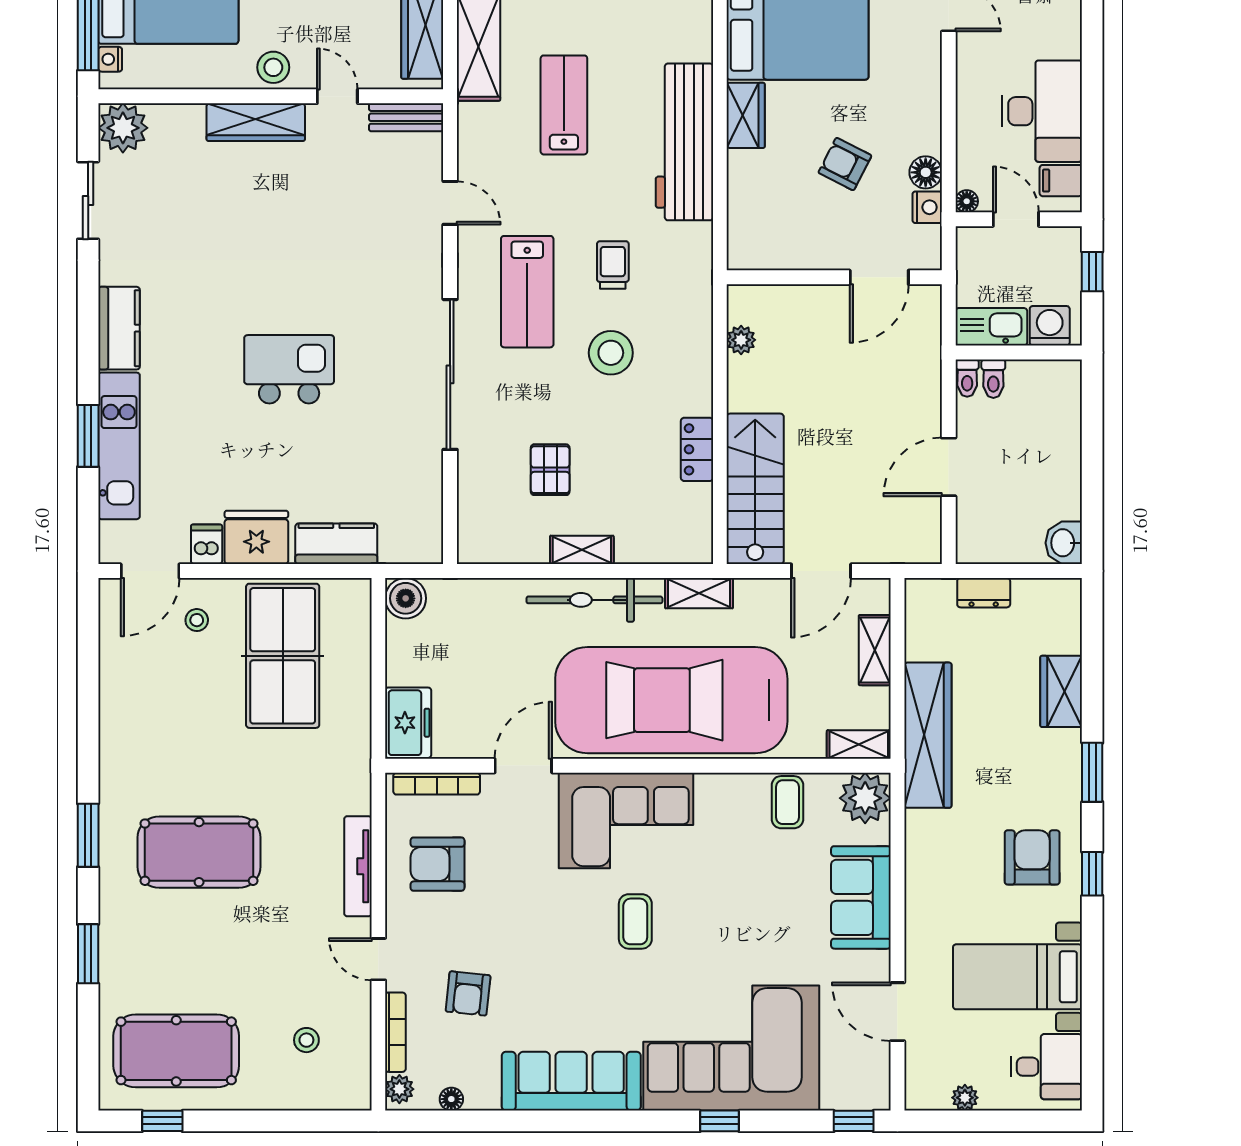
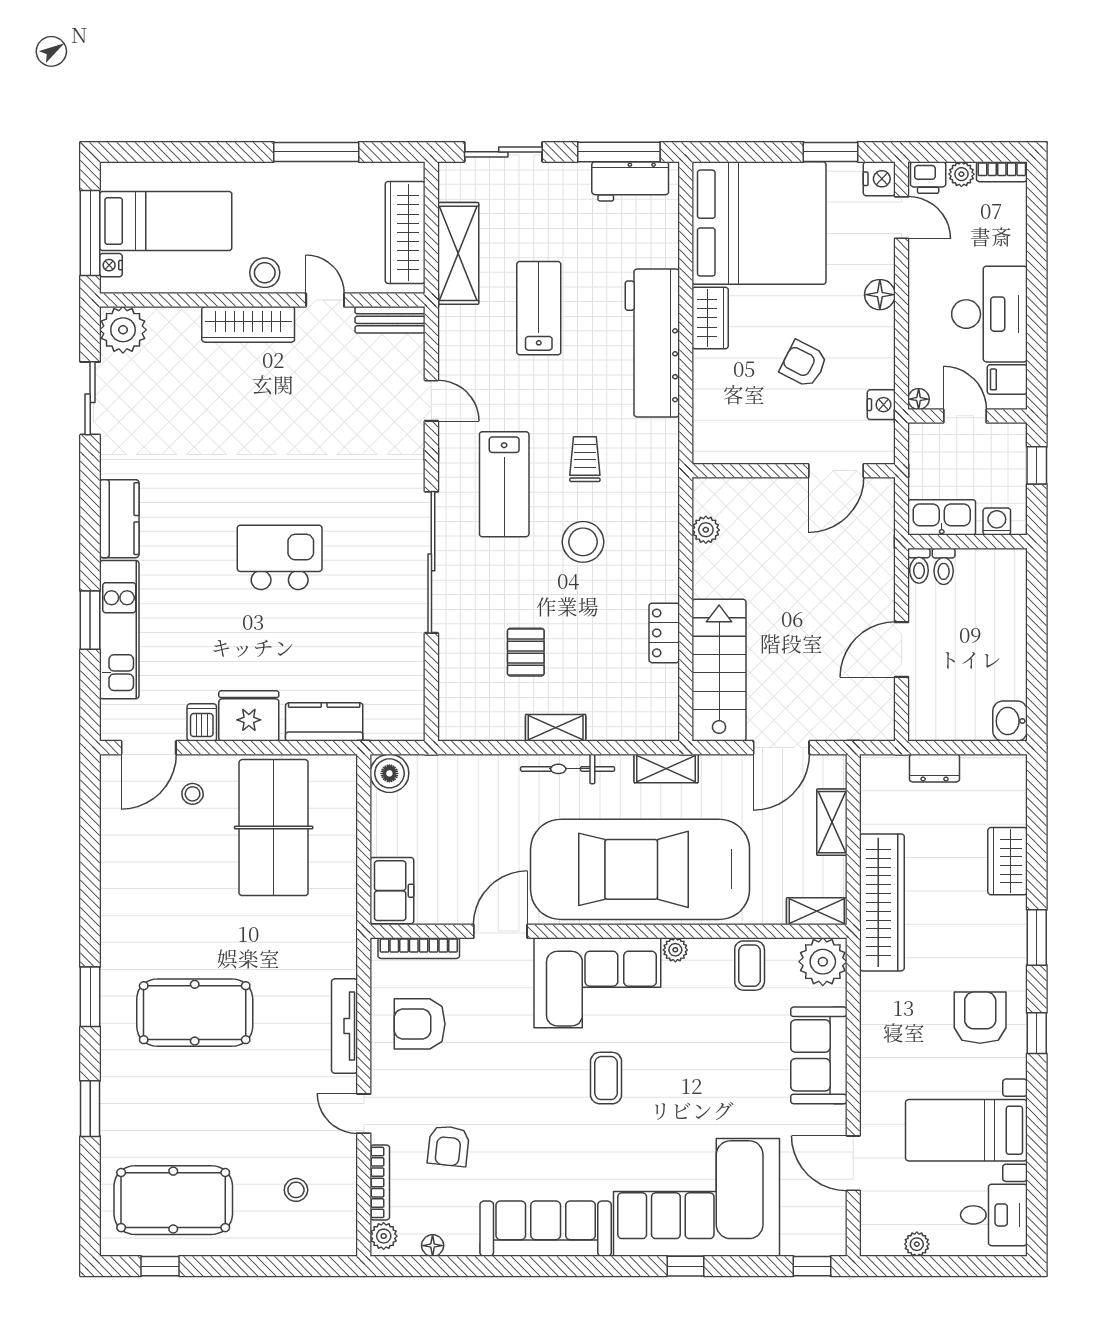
floor lamp: (926, 172) -> (880, 295), moved
washing machine: (1050, 326) -> (997, 522), width x0.73, depth x0.73
bicycle: (594, 600) -> (568, 769), width x0.73, depth x0.71
plant: (709, 785) -> (675, 950), added

